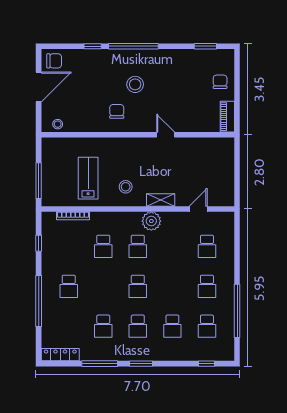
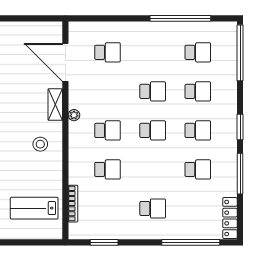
lab bench: (88, 178) -> (34, 208), moved
window: (39, 181) -> (33, 242), removed
door: (198, 209) -> (65, 62), width x1.87
plant: (151, 221) -> (74, 115), width x0.53, depth x0.53
window: (39, 243) -> (104, 242), width x1.50
school desk: (207, 286) -> (153, 91), moved
window: (39, 301) -> (191, 242), moved
window: (206, 364) -> (240, 53), width x3.17

